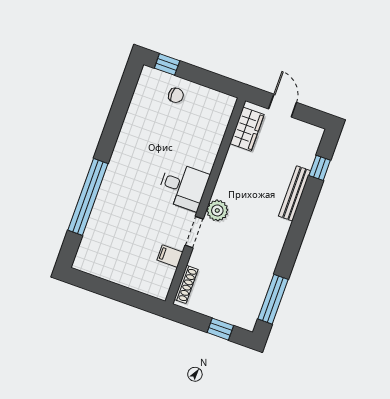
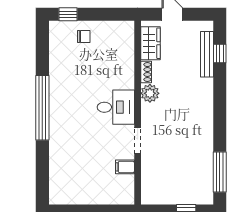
bench: (295, 193) -> (207, 54), moved
window: (88, 197) -> (42, 108), moved
plant: (217, 210) -> (150, 93), moved
shoe rack: (186, 284) -> (146, 72), moved, width x0.70

